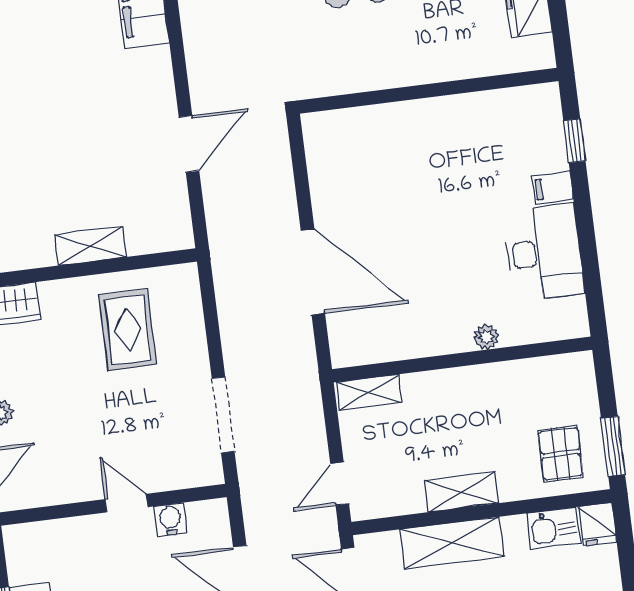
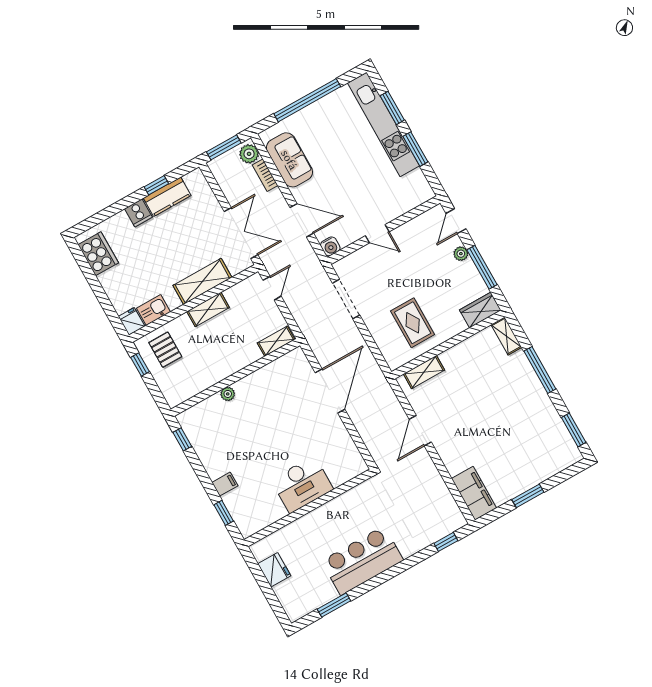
shelving: (90, 246) -> (424, 372), moved
desk: (544, 252) -> (302, 484), moved, turned -90
door: (313, 272) -> (330, 391), swing flipped
window: (594, 292) -> (182, 439), added
window: (613, 446) -> (140, 364), width x0.67
water cooler: (170, 519) -> (330, 246), moved

